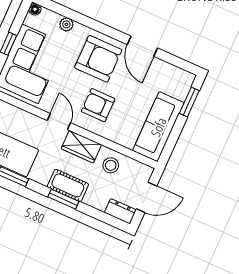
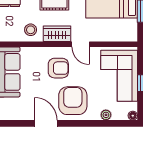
armchair: (98, 59) -> (73, 101), turned 90

